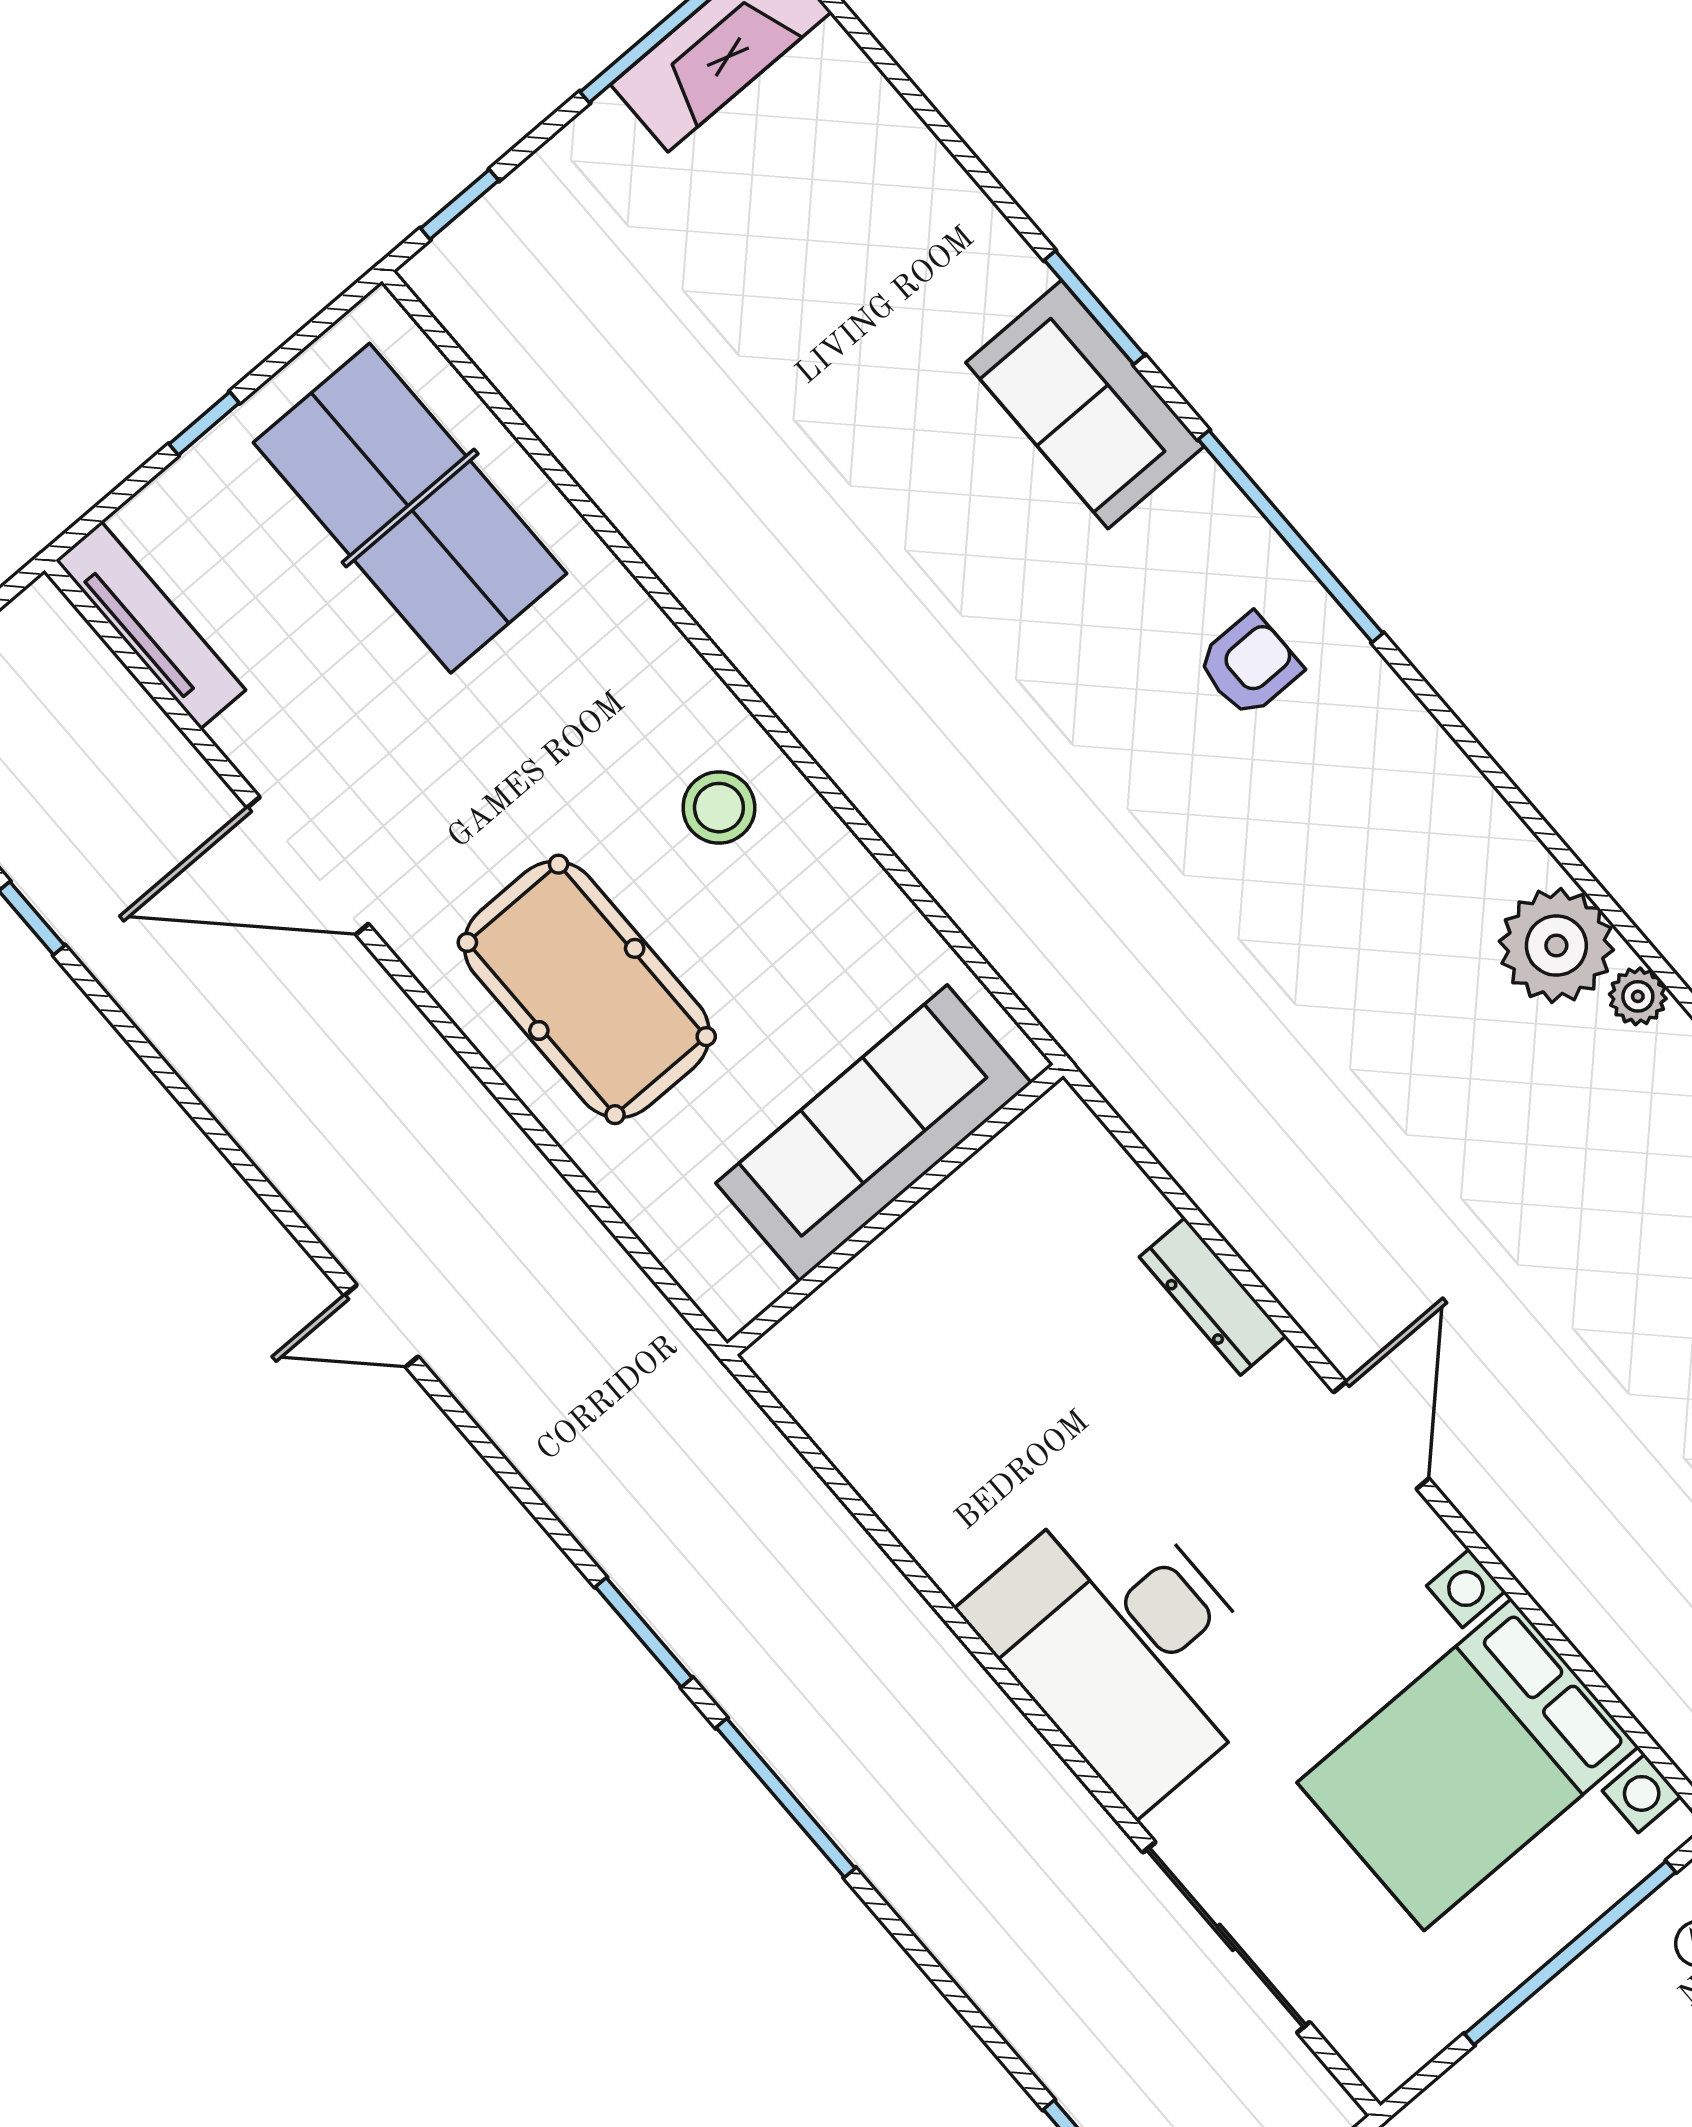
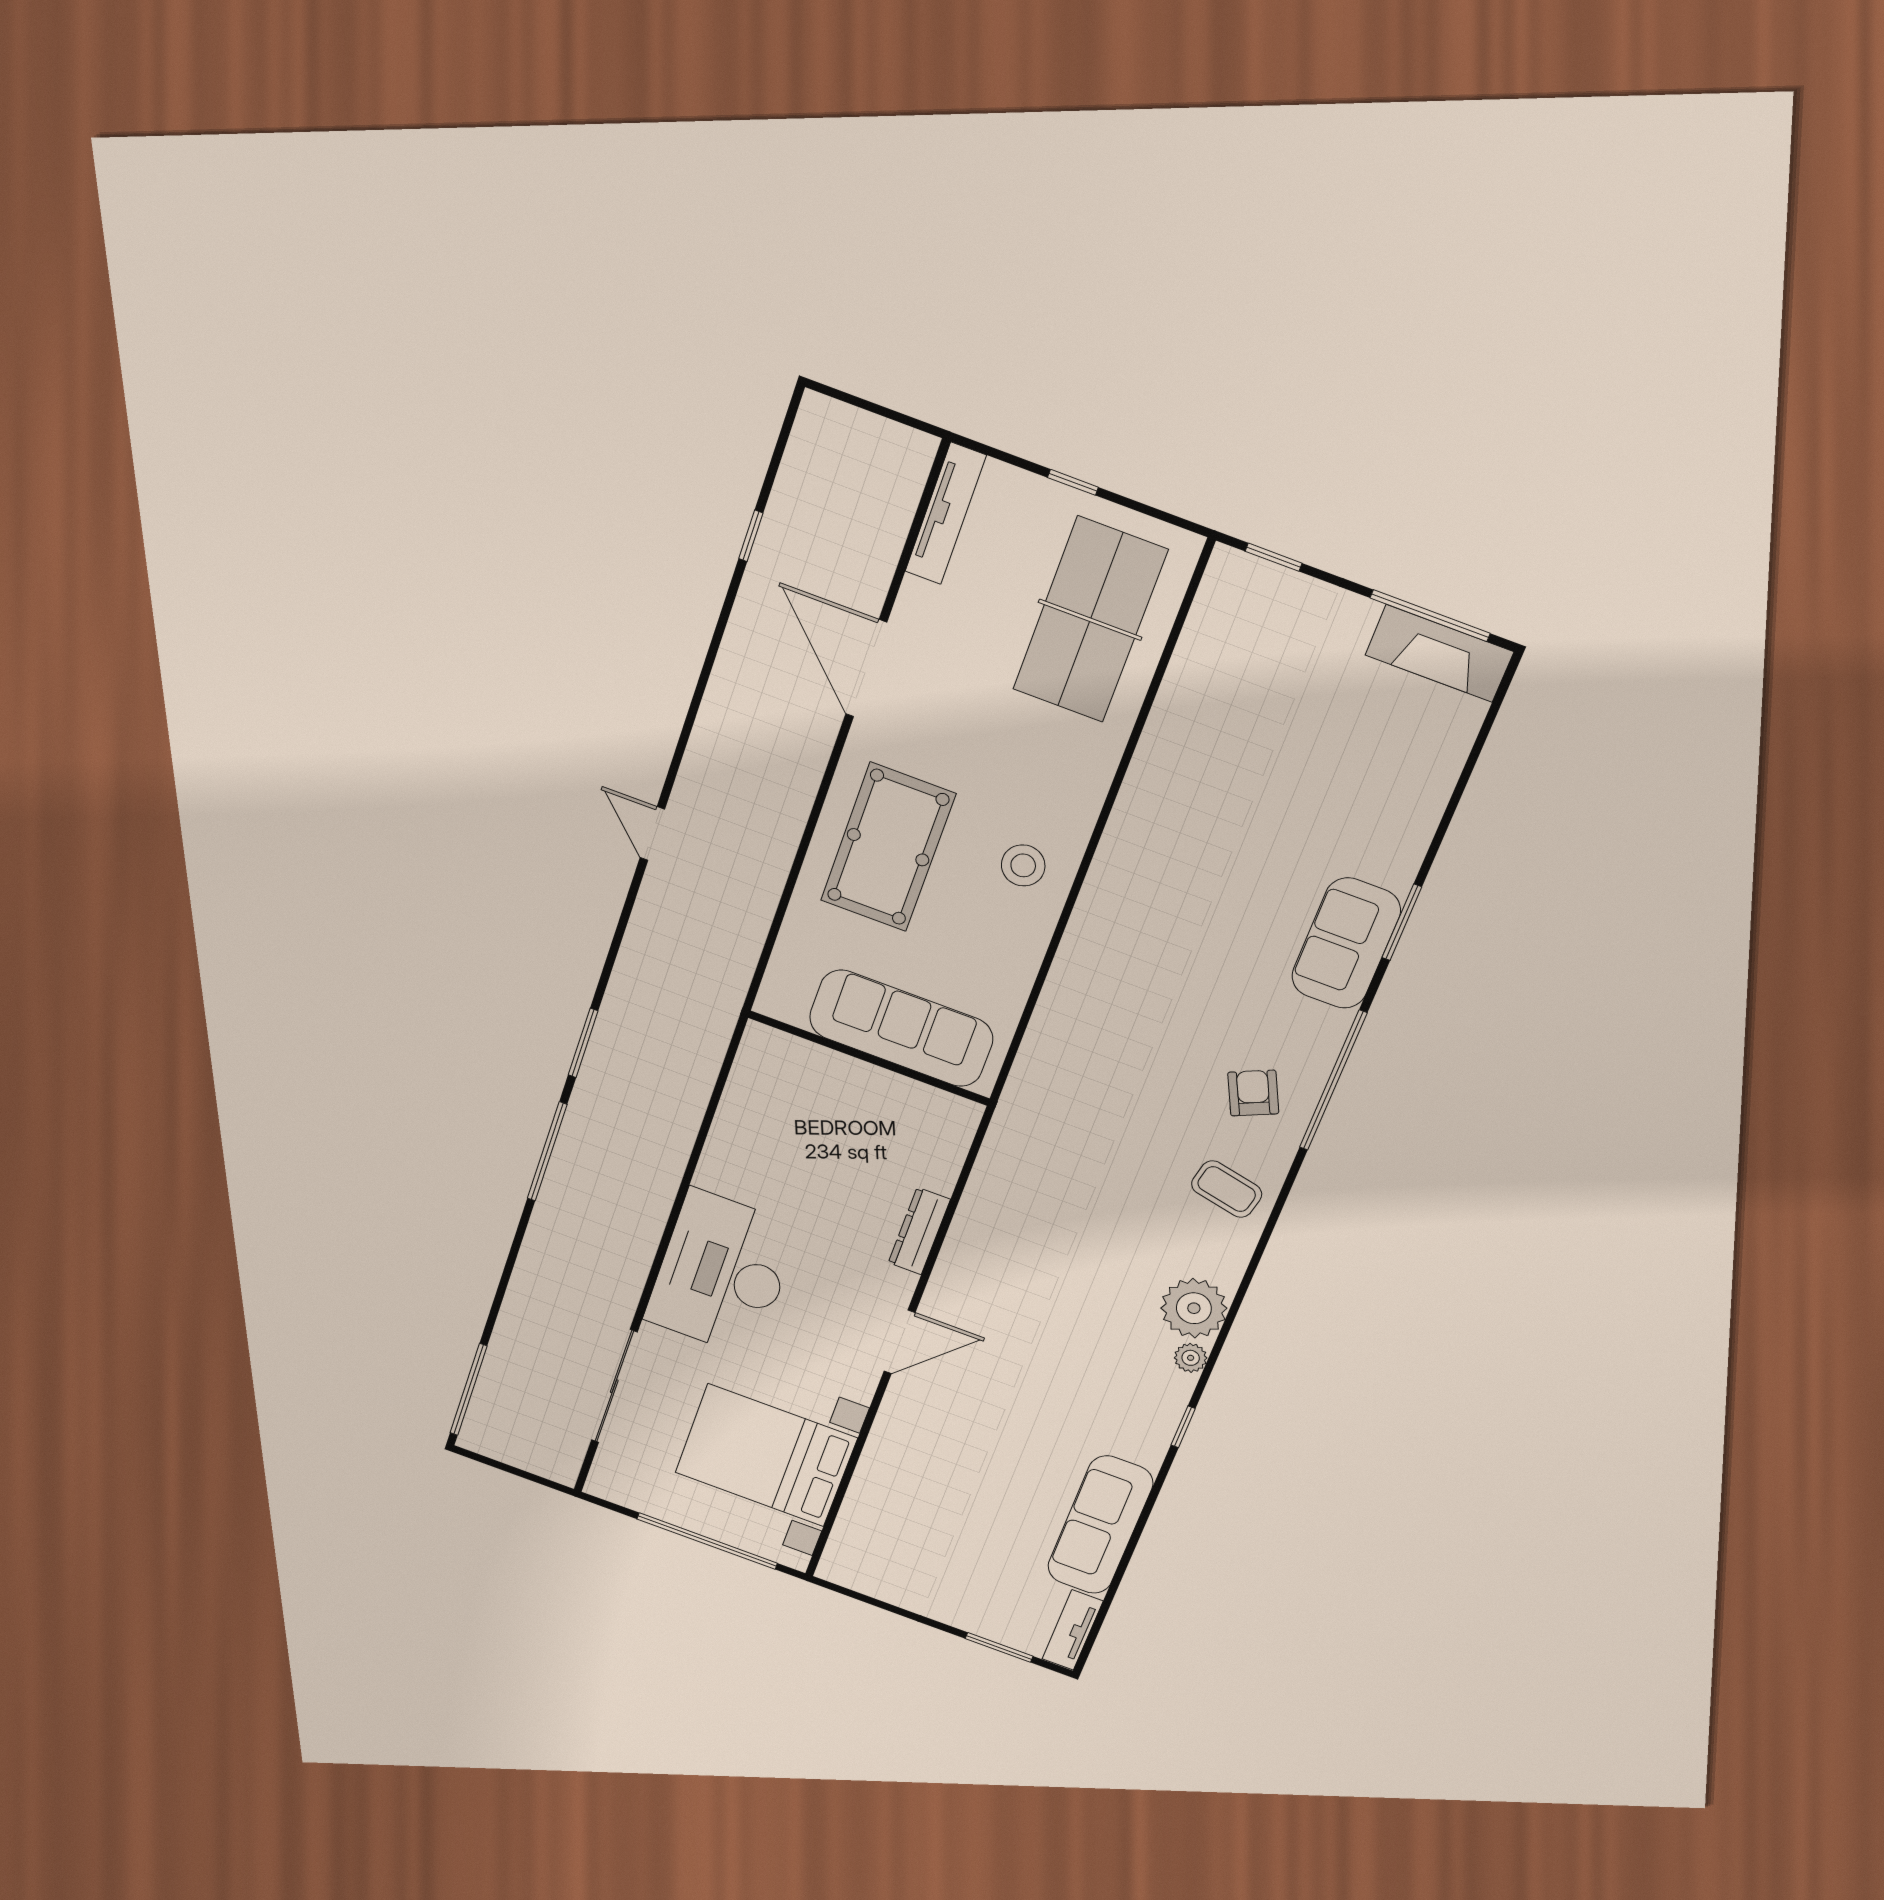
armchair: (1249, 665) -> (1253, 1093), turned -115
coffee table: (1384, 788) -> (1227, 1189), added

